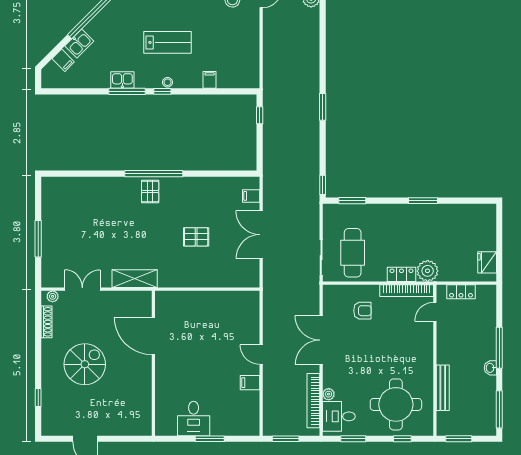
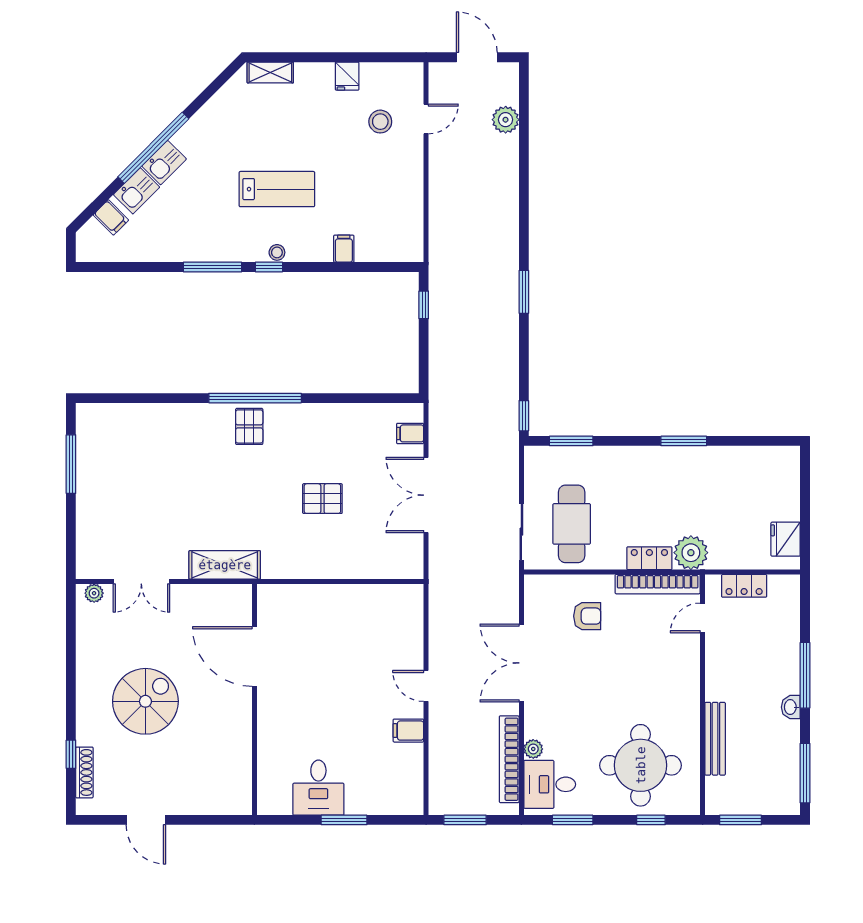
kitchen sink: (122, 80) -> (164, 163), moved, turned 135
window: (38, 239) -> (71, 464), moved
double door: (82, 289) -> (141, 582), swing flipped
shoe rack: (46, 322) -> (84, 772), moved

